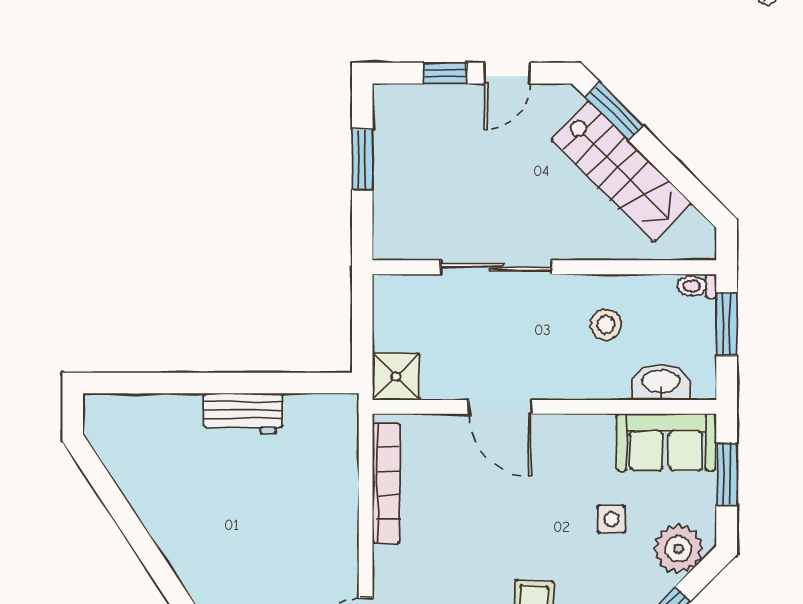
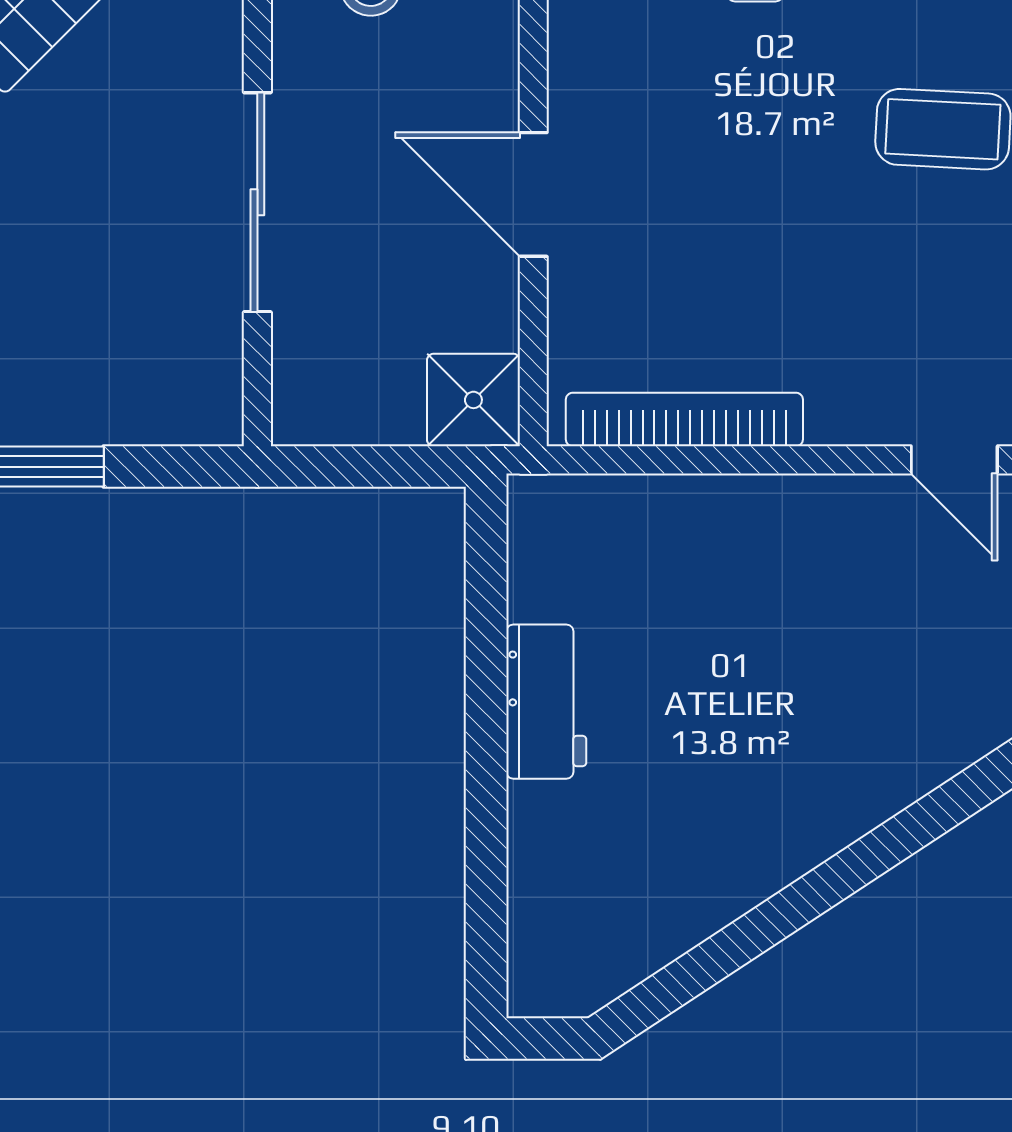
door: (500, 407) -> (533, 194), swing flipped

